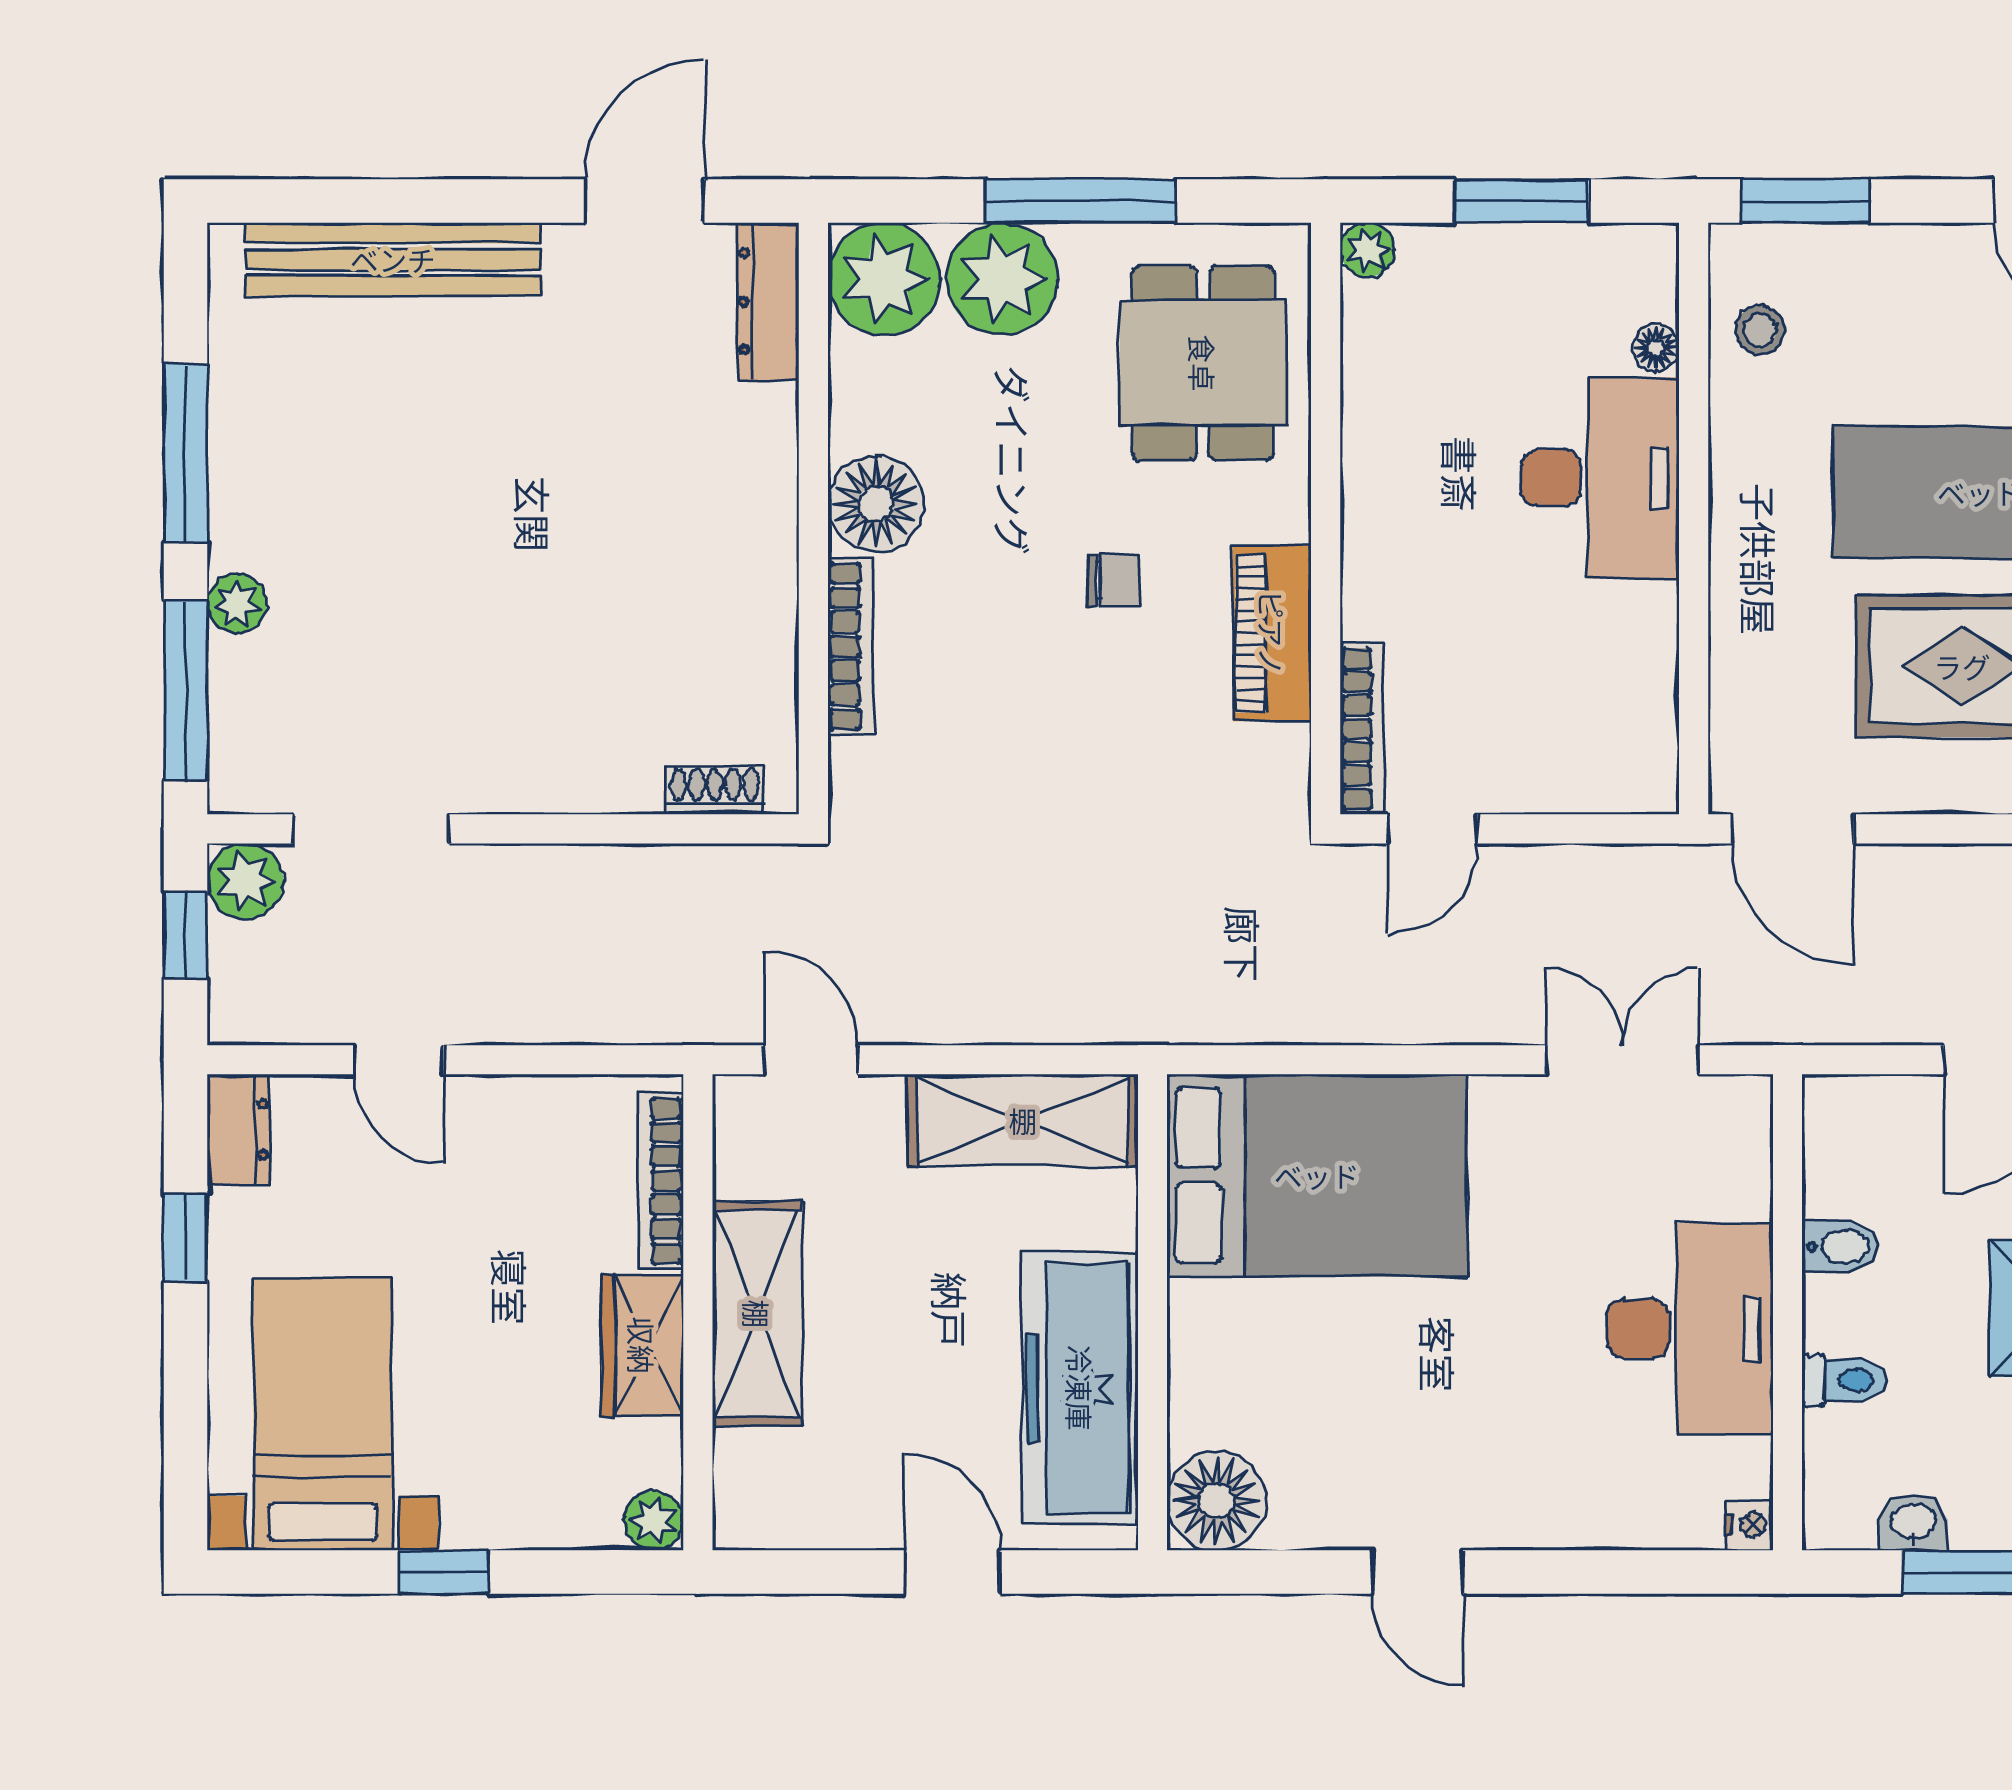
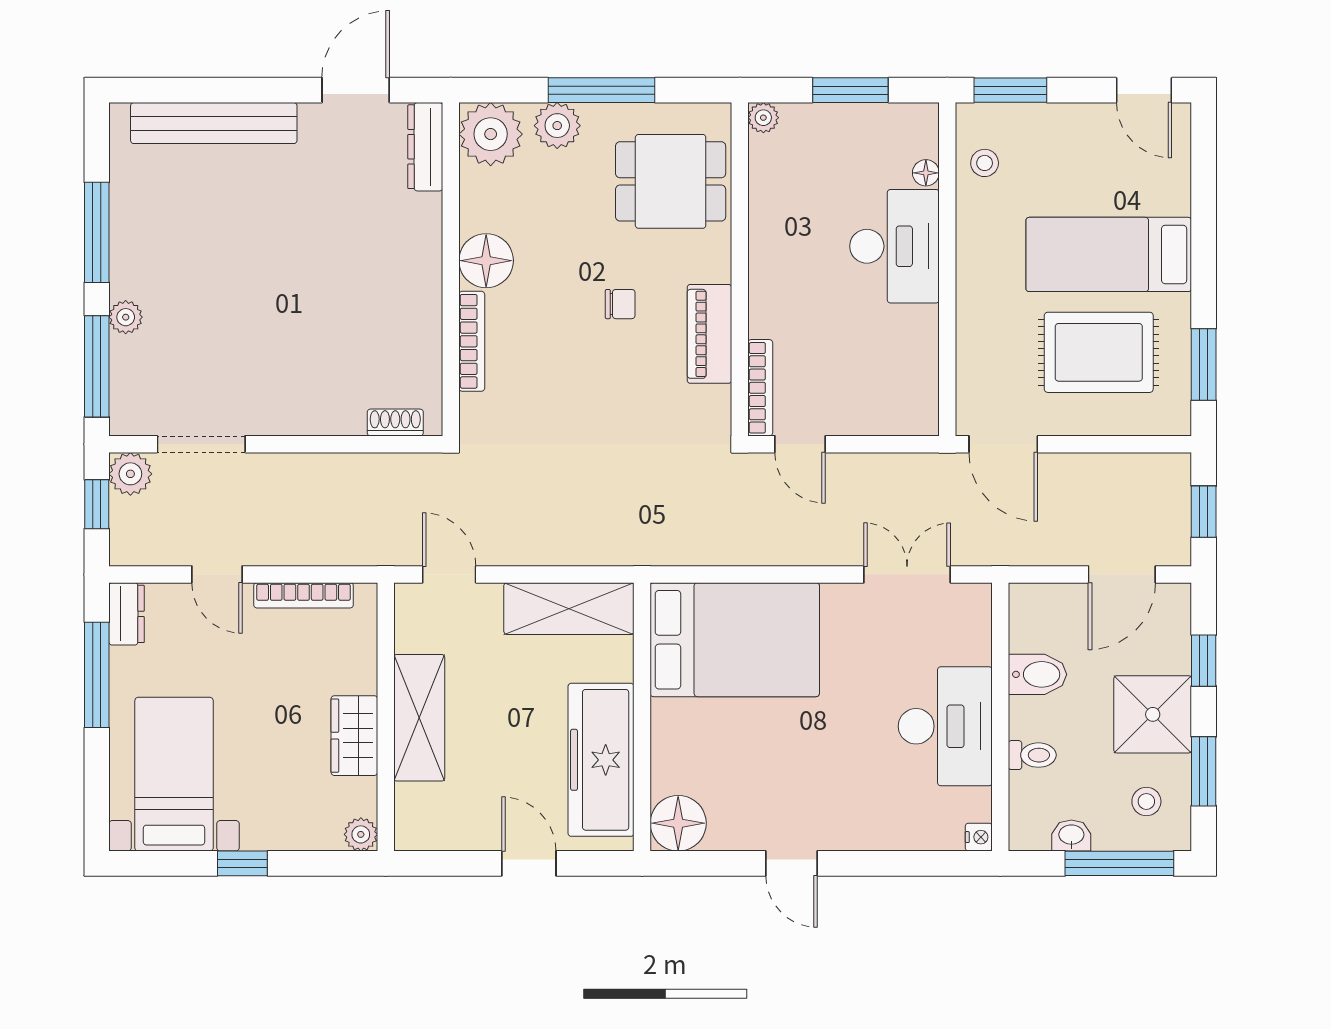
plant: (1002, 279) -> (557, 126), width x0.73, depth x0.73
dining table: (1203, 363) -> (671, 181), turned 90
door: (1433, 829) -> (800, 444), hinge flipped
bookcase: (661, 1181) -> (304, 595), moved, turned -90
window: (186, 1238) -> (97, 675), width x2.17
bidet: (1840, 1247) -> (1038, 674), width x1.38, depth x1.36

